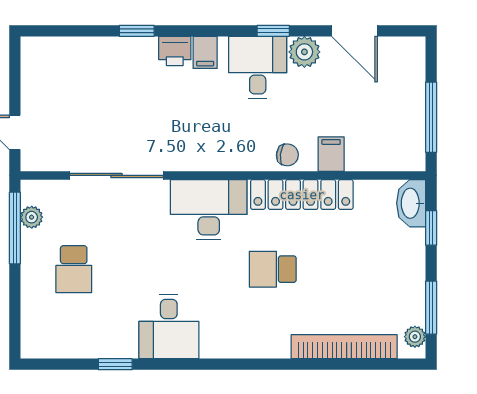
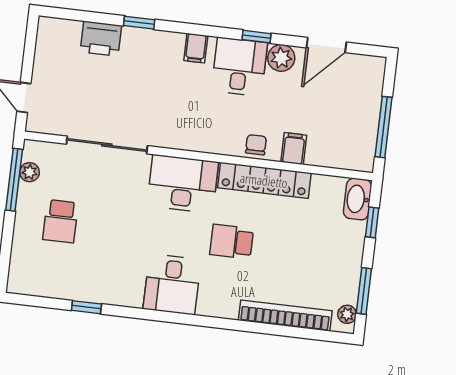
door: (354, 31) -> (326, 45), hinge flipped
printer: (175, 51) -> (101, 39), moved, width x1.36, depth x1.24
chair: (287, 155) -> (256, 145), turned -97
desk: (169, 326) -> (172, 284), moved

